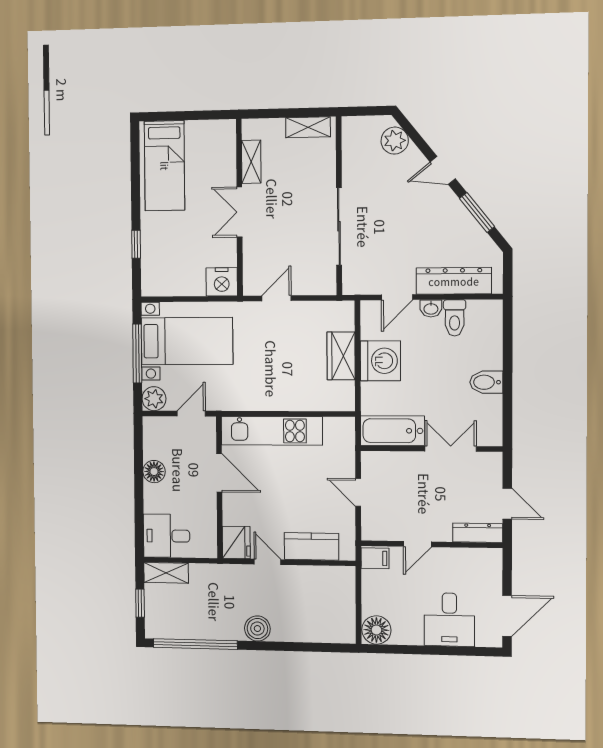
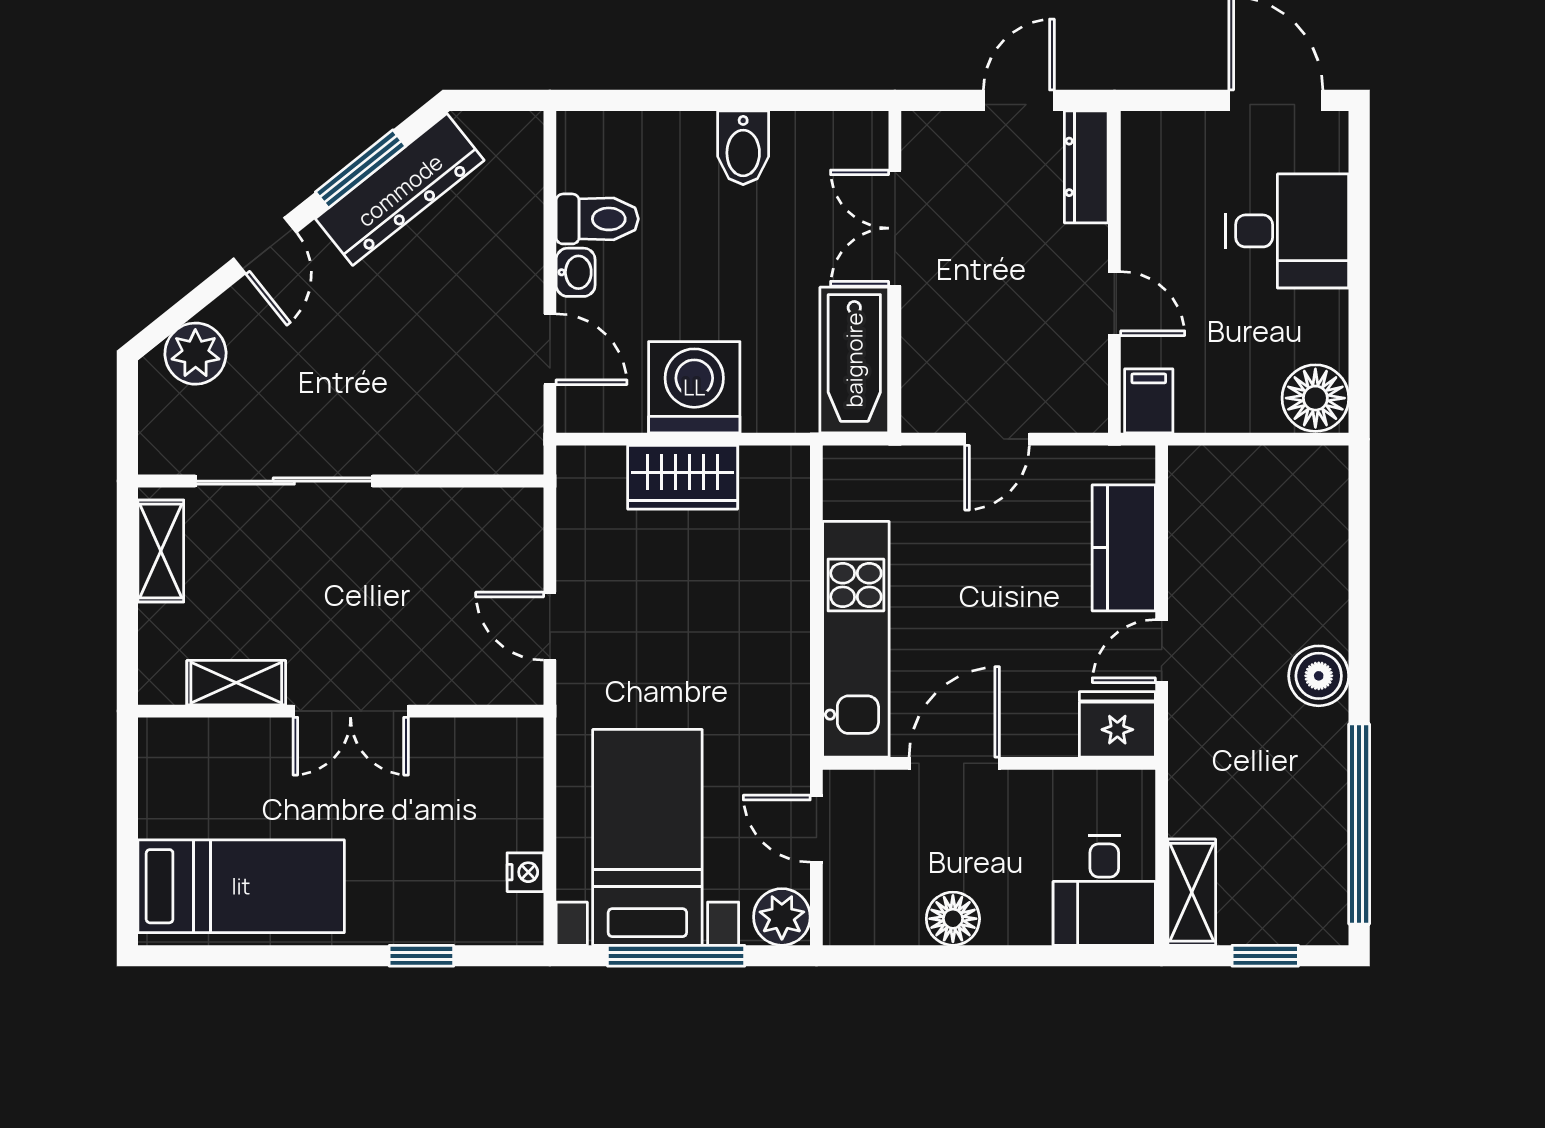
sliding door: (339, 226) -> (284, 481), moved
dresser: (454, 281) -> (400, 190), moved, turned -129
nightstand: (222, 282) -> (525, 872), moved, width x0.53, depth x0.56

